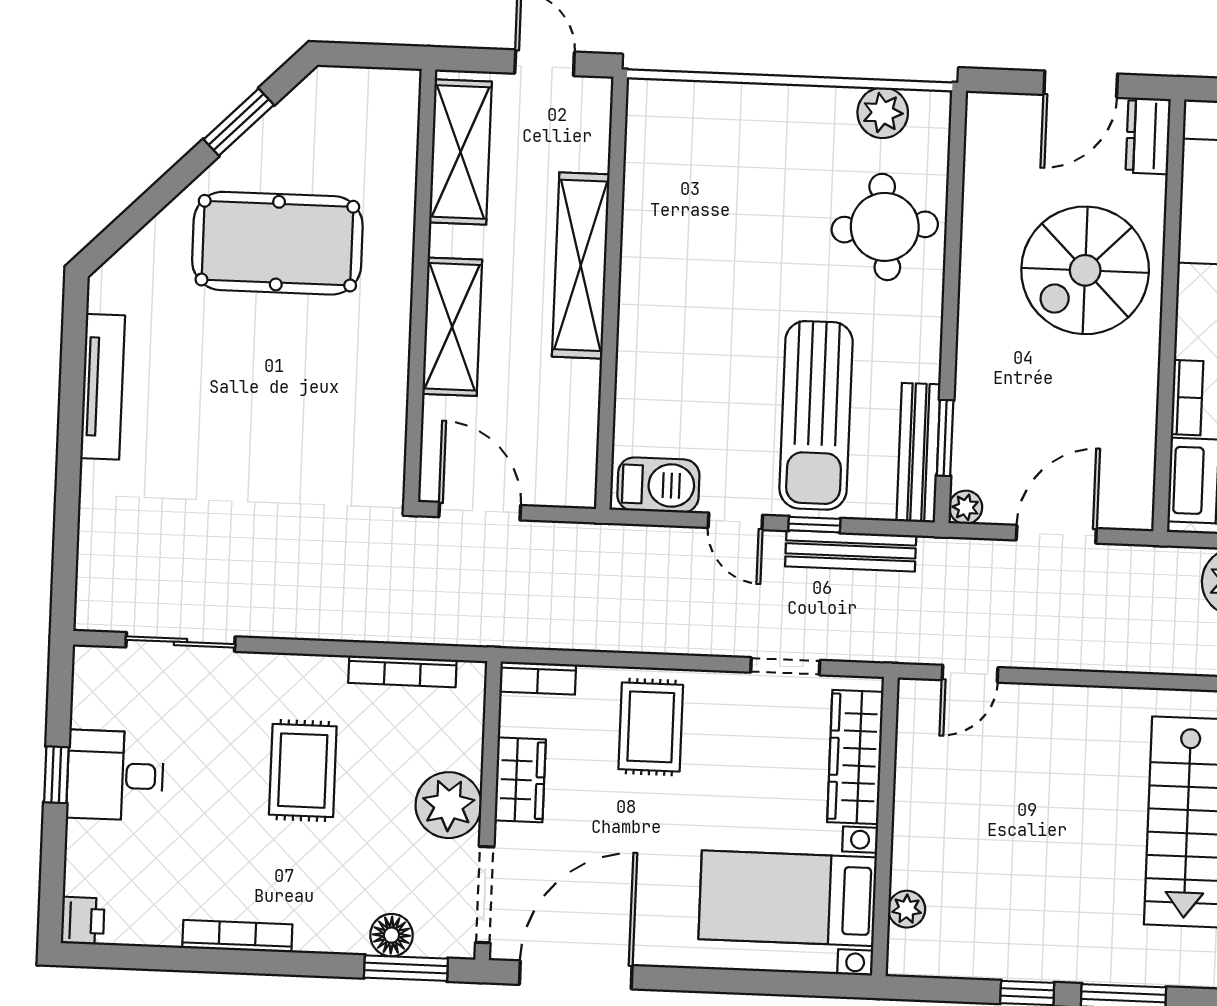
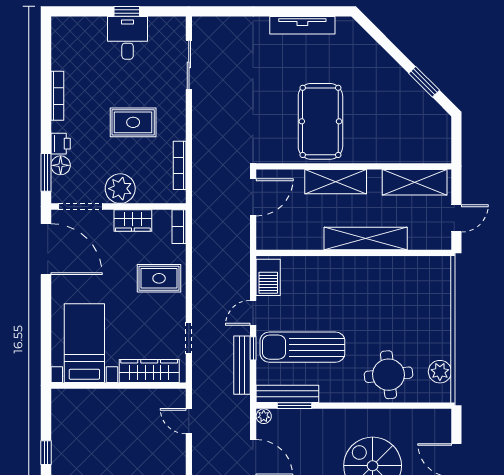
pool table: (277, 243) -> (320, 121), moved
plant: (907, 909) -> (82, 397), removed
printer: (83, 921) -> (61, 144), moved, turned -90

